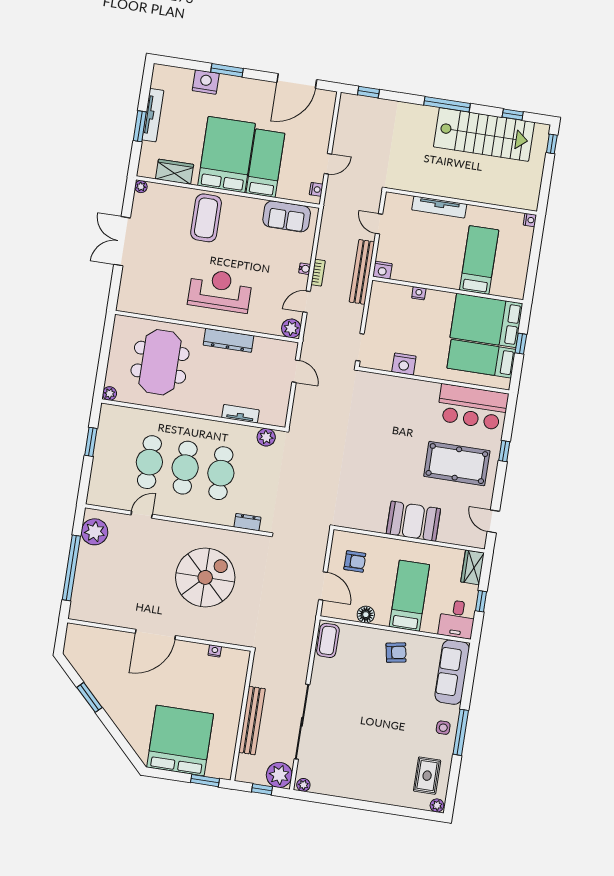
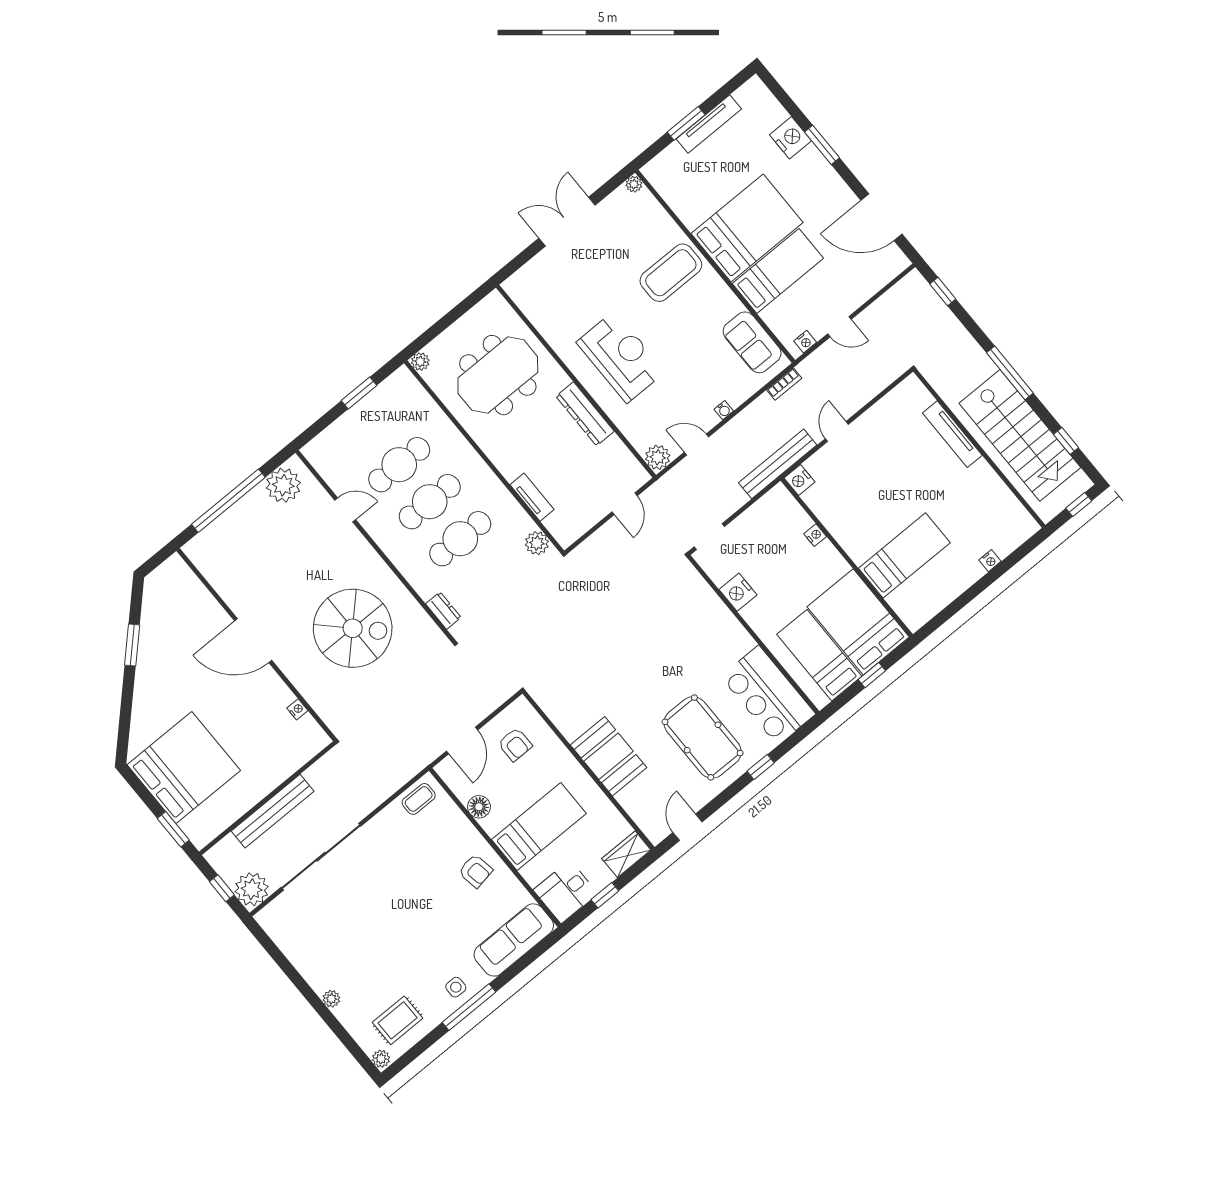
wardrobe: (175, 172) -> (680, 199), removed
wall: (461, 201) -> (979, 448), moved
tv unit: (439, 207) -> (952, 434), moved
bookcase: (318, 273) -> (784, 384), moved
coffee table: (328, 640) -> (419, 799), width x0.73, depth x0.77
plant: (303, 785) -> (331, 999), moved

